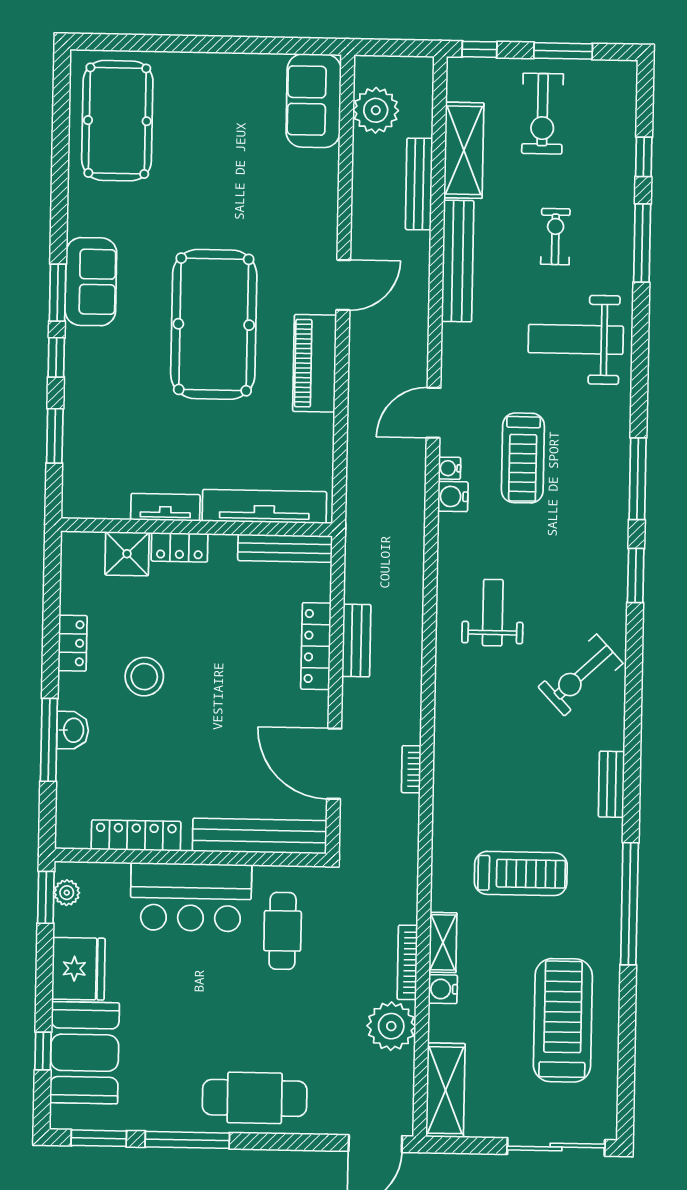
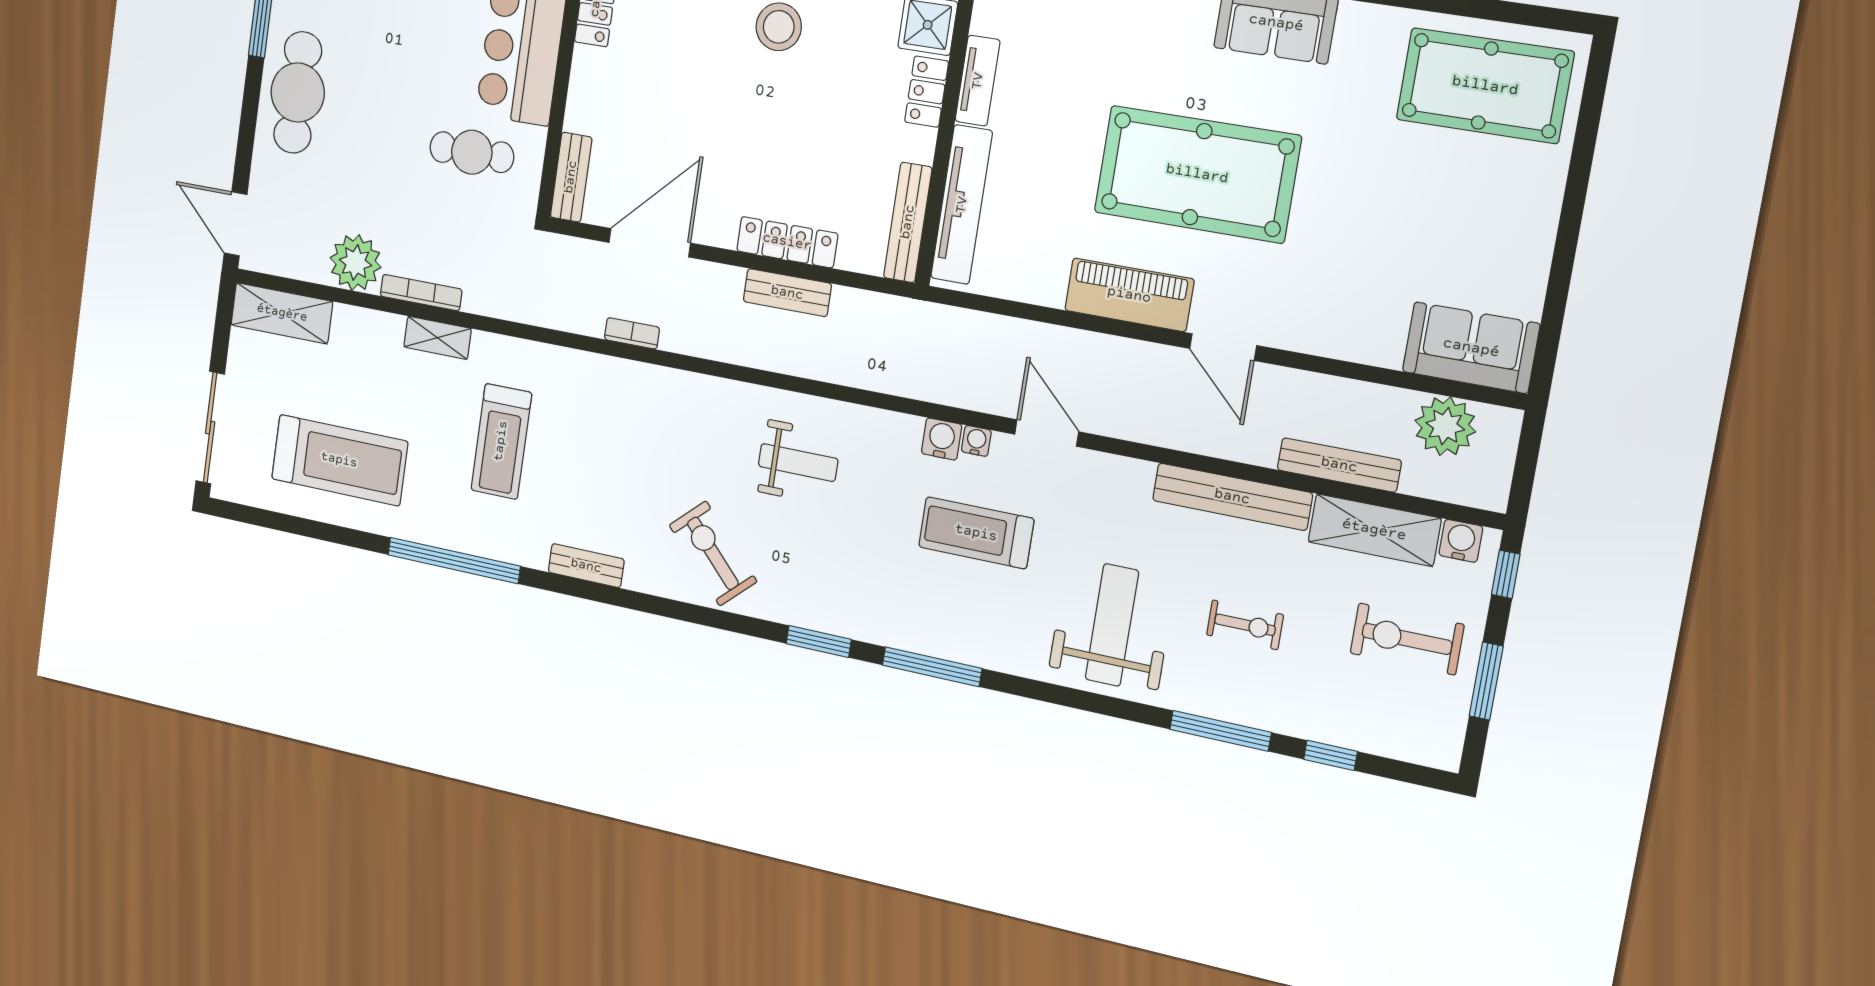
bench: (260, 836) -> (571, 177), width x0.54, depth x0.82
water cooler: (443, 989) -> (1461, 541), moved

